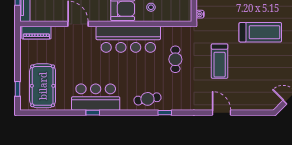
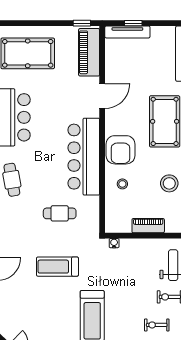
piano: (36, 33) -> (89, 52), width x1.37, depth x1.33
window: (18, 89) -> (82, 23), moved

